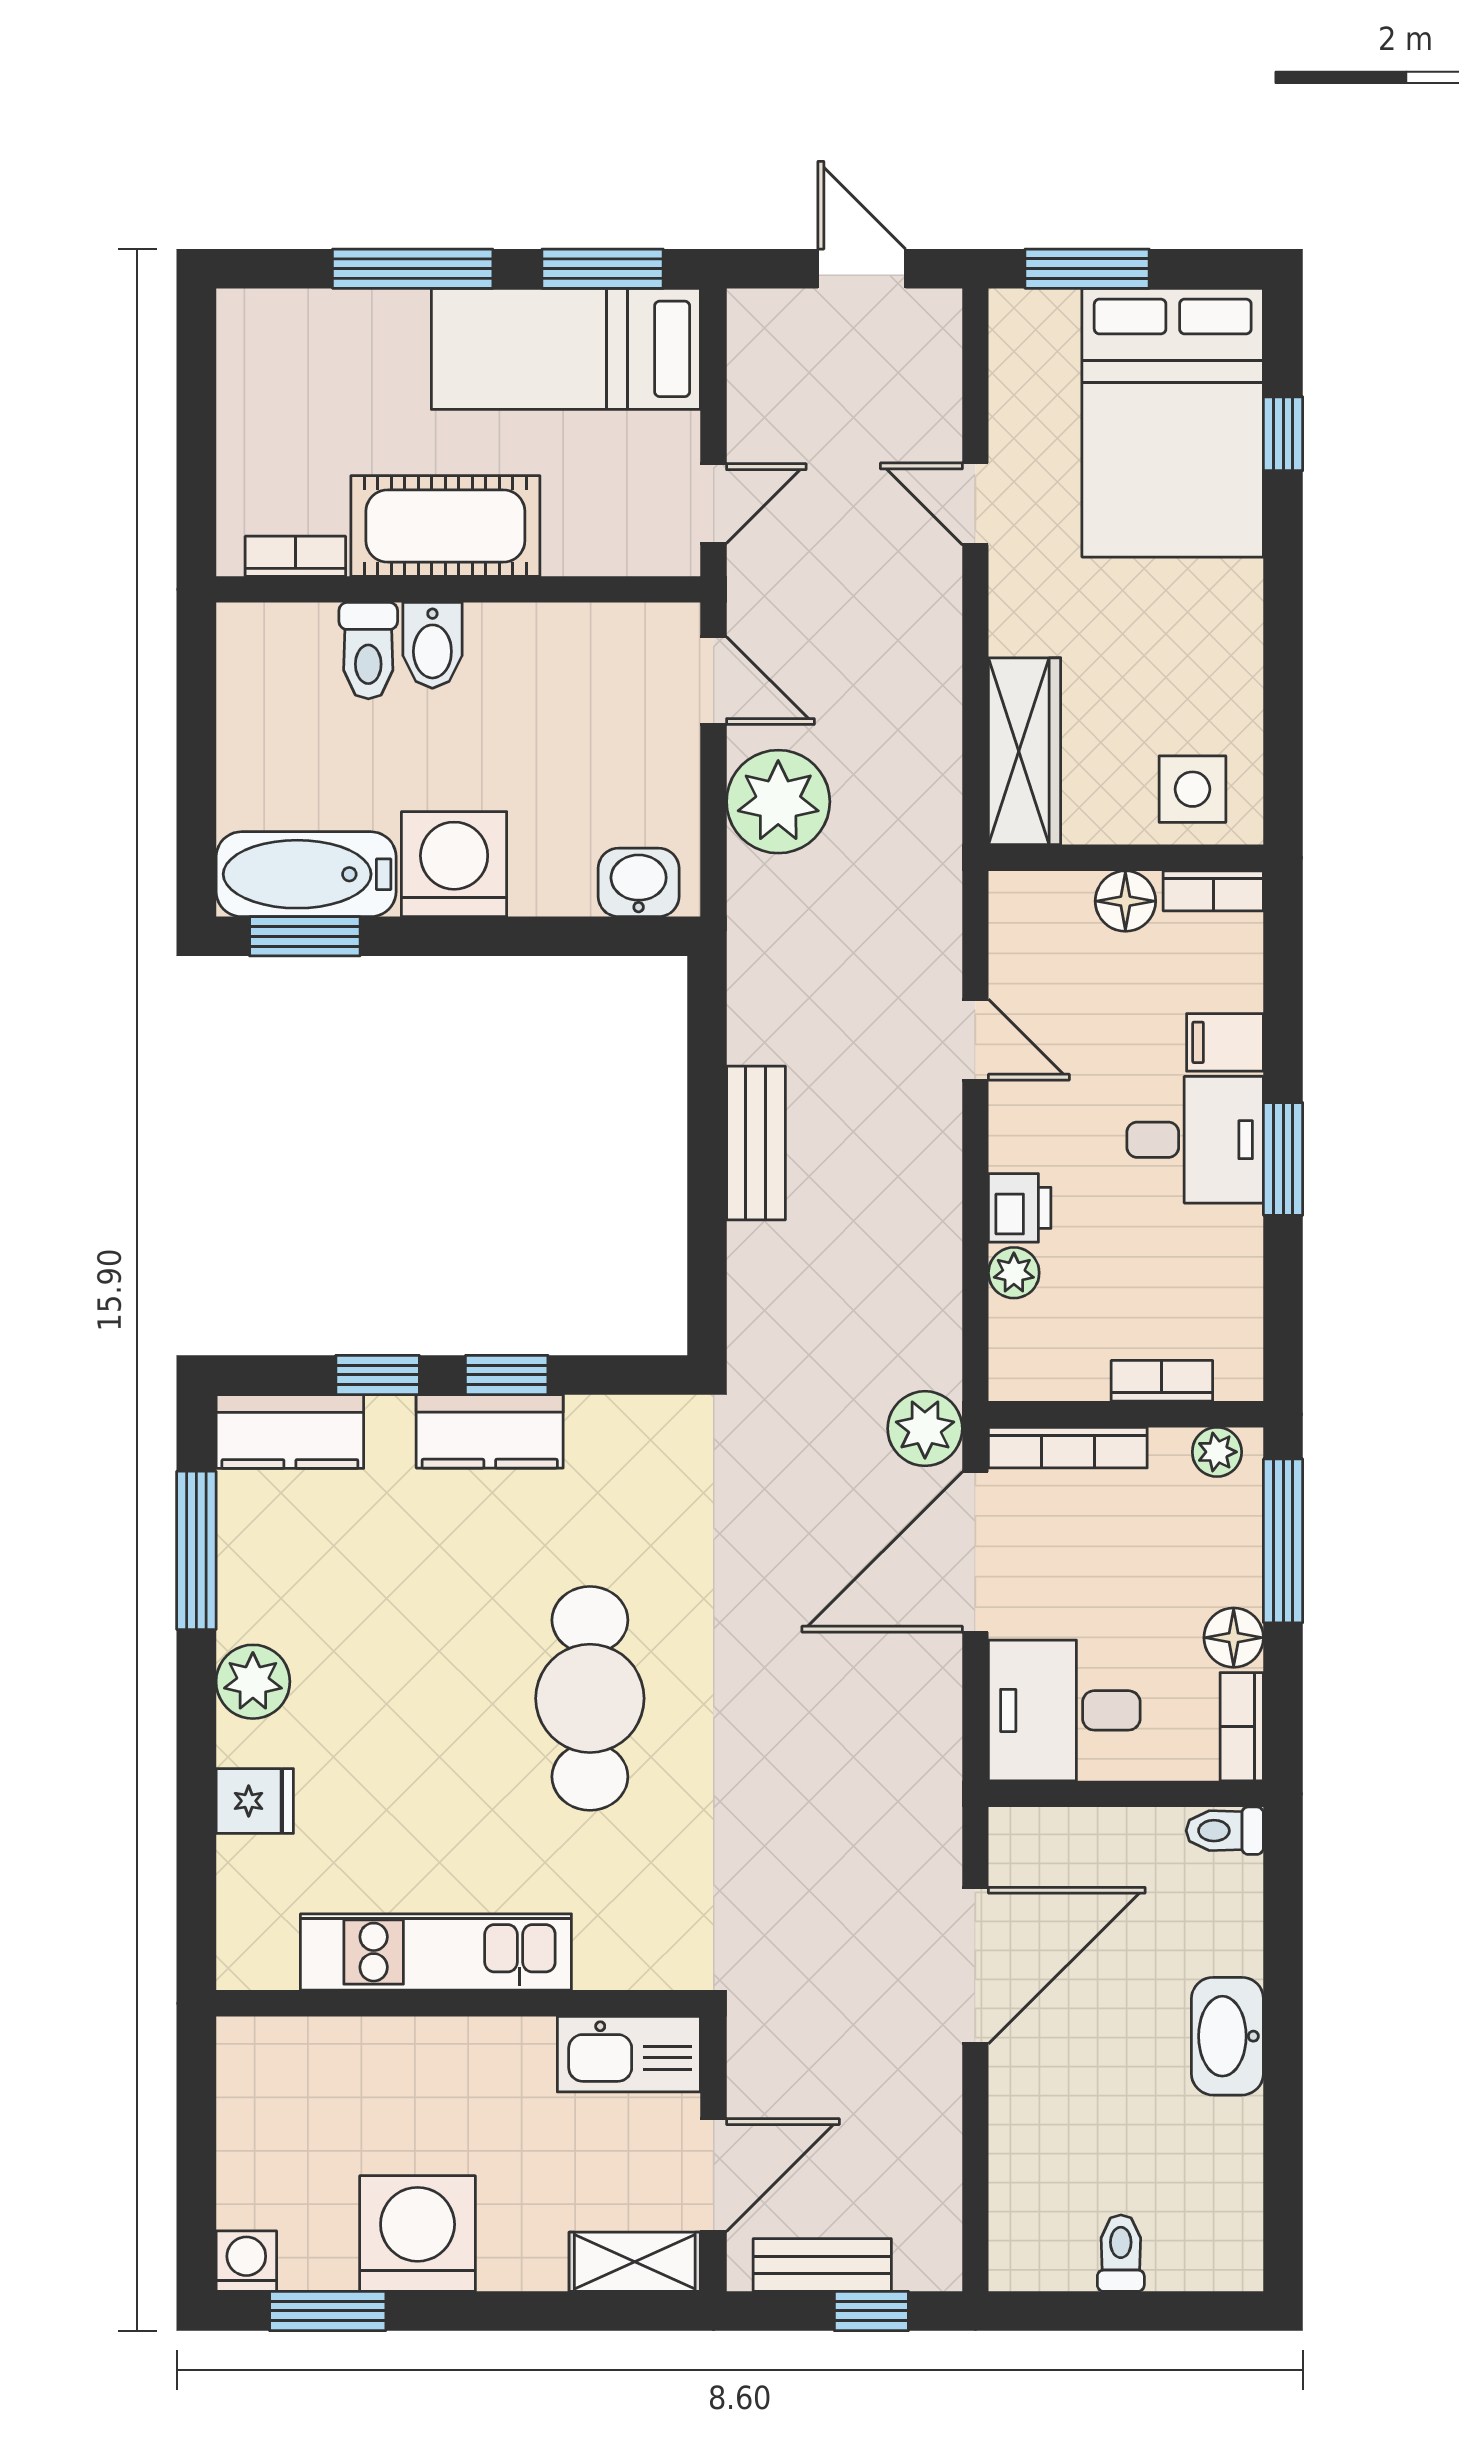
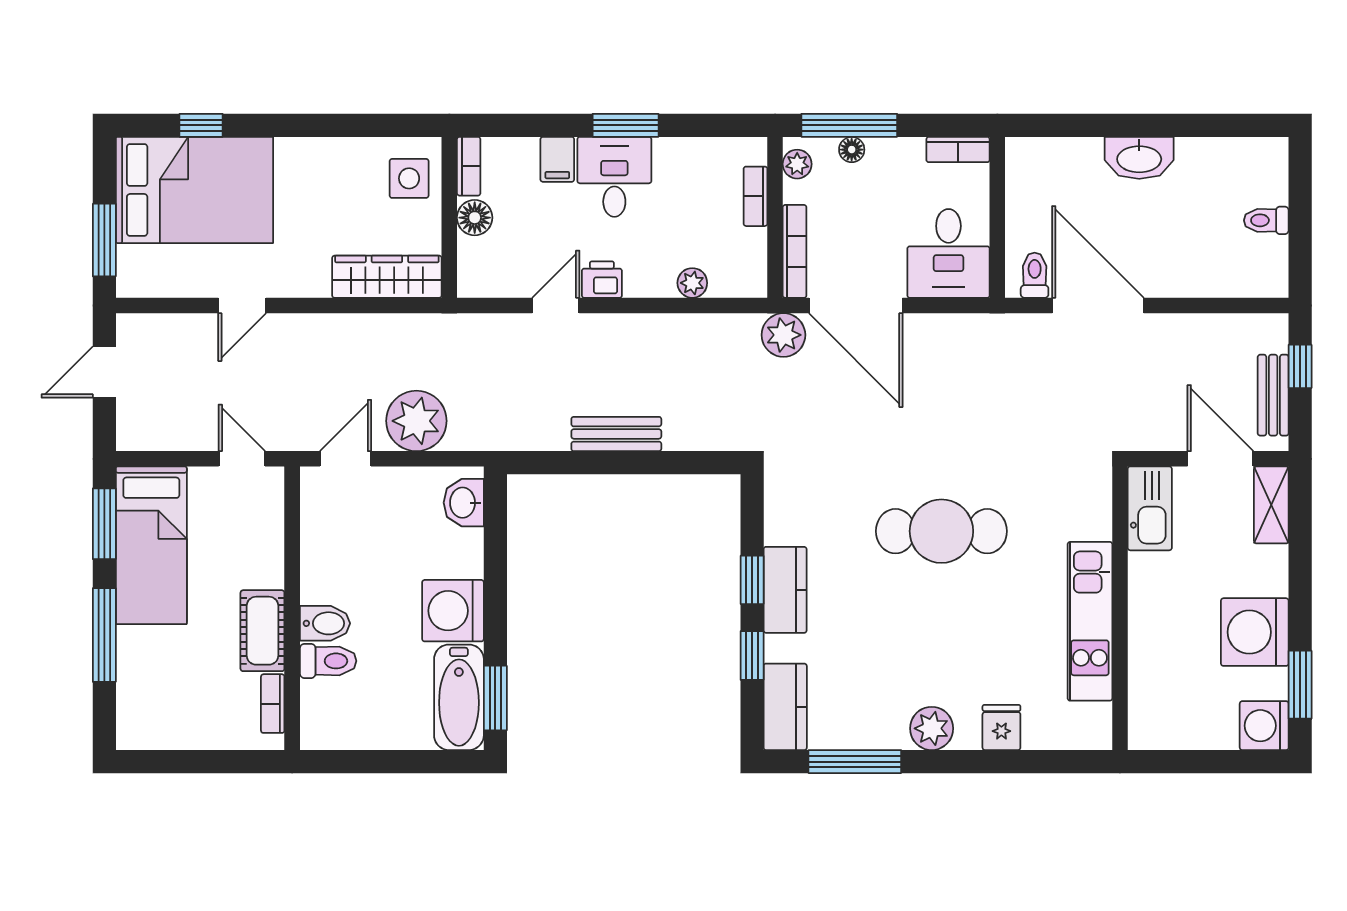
cot: (445, 526) -> (262, 631), width x0.73, depth x0.75
printer: (1020, 1208) -> (602, 280), moved
floor lamp: (1234, 1638) -> (852, 150), moved, width x0.73, depth x0.73
toilet: (1225, 1831) -> (1035, 275), moved, turned 180
washing machine: (246, 2261) -> (1264, 726), width x1.38, depth x1.38

